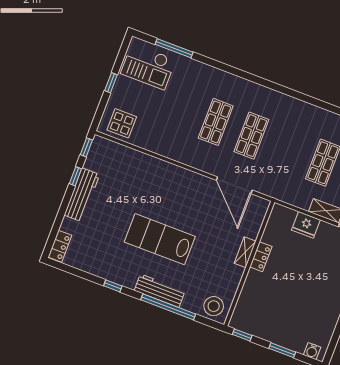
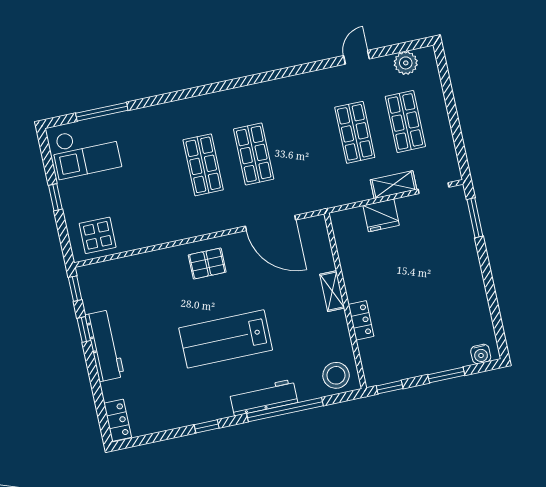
pallet: (179, 185) -> (207, 264), added
locker: (261, 257) -> (361, 320), moved

